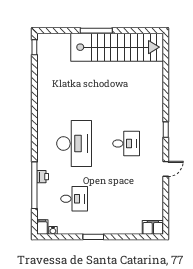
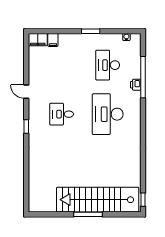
stairs: (117, 47) -> (98, 200), moved
door: (166, 169) -> (26, 92), hinge flipped
desk: (74, 199) -> (108, 65), width x1.37
filing cabinet: (42, 227) -> (53, 40), moved

